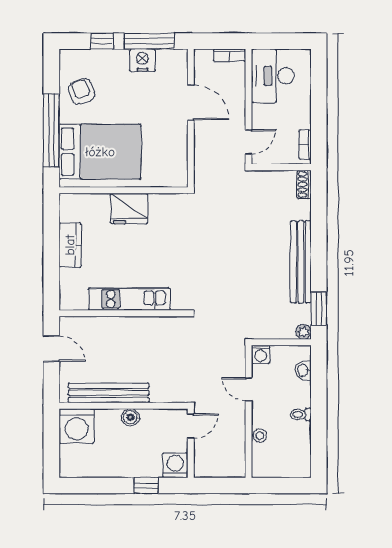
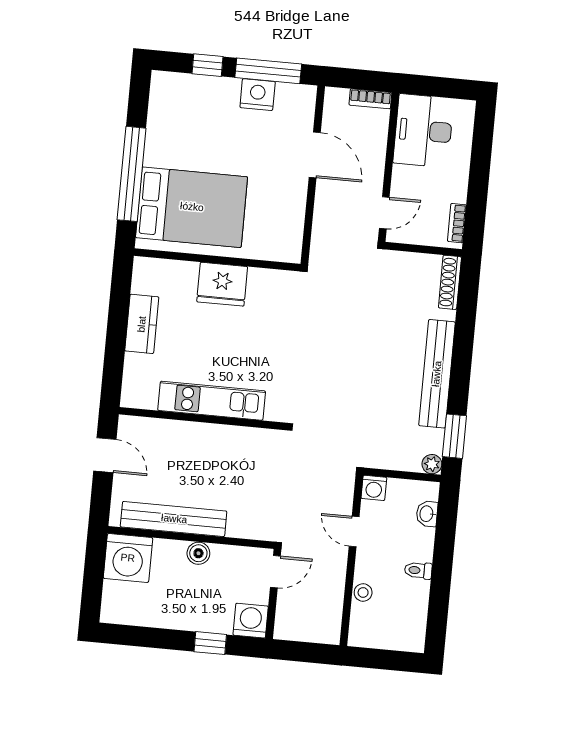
armchair: (82, 92) -> (175, 128), removed
shoe rack: (304, 184) -> (450, 282), width x1.43

